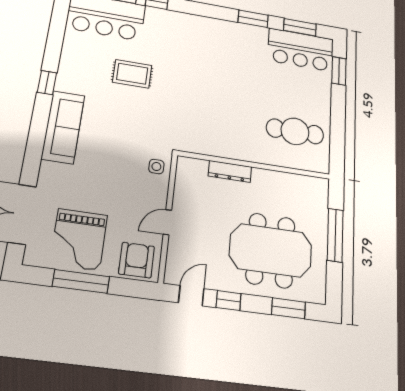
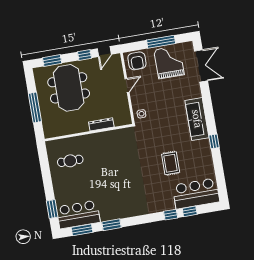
rug: (132, 74) -> (171, 163), turned 90
cafe table: (295, 131) -> (70, 161), width x0.73, depth x0.74
meeting table: (271, 250) -> (69, 88), turned 90

